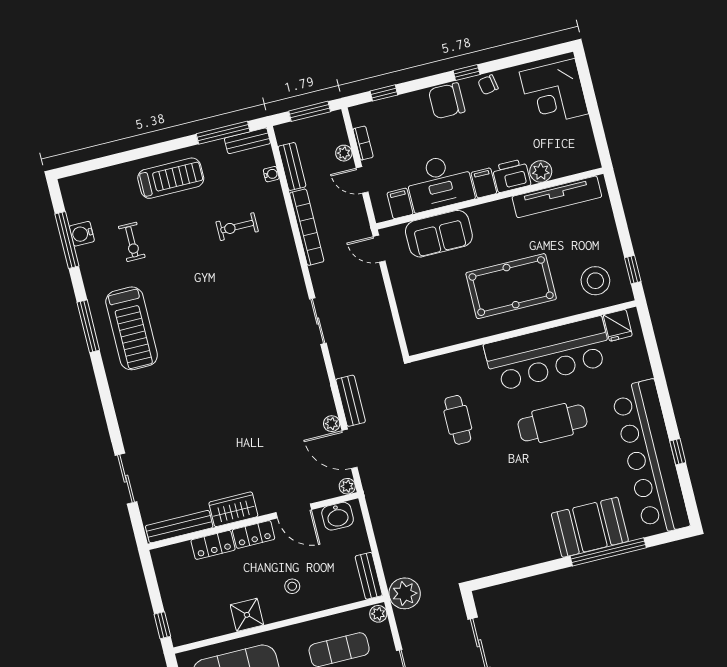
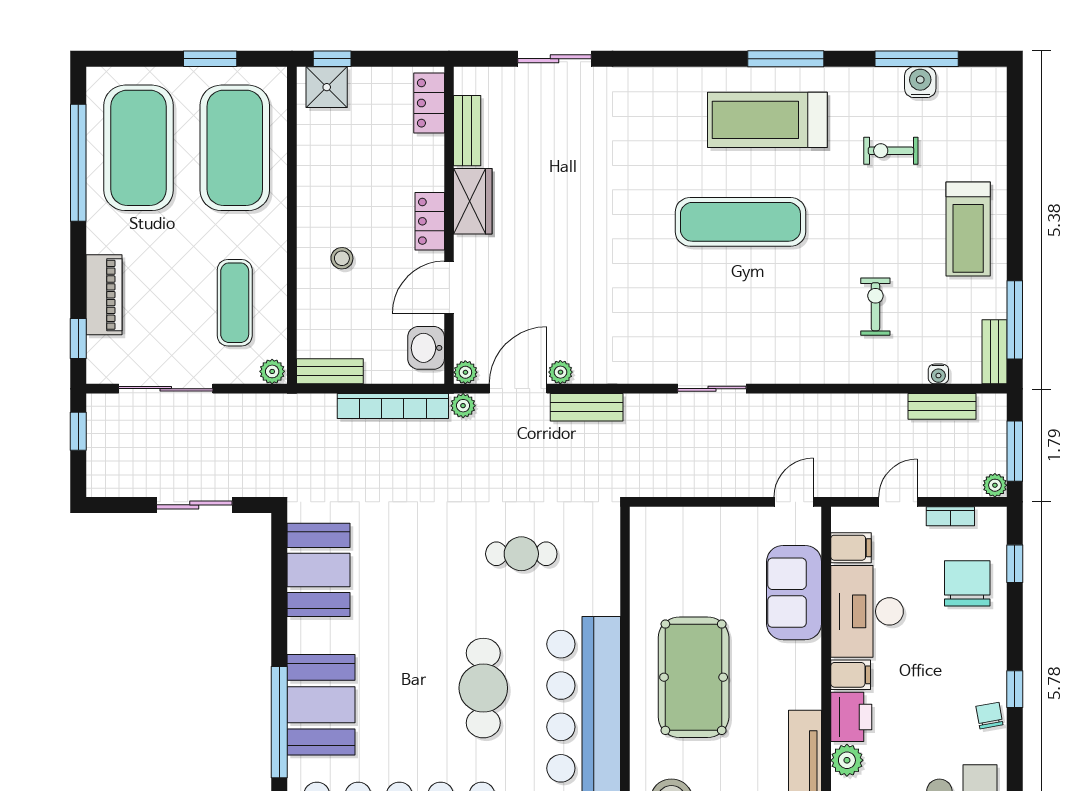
chair: (447, 101) -> (967, 583), moved
plant: (344, 153) -> (995, 485), moved
bookcase: (307, 227) -> (393, 406), moved
exercise mat: (203, 329) -> (740, 222), added
bench: (179, 527) -> (467, 131), width x0.73
locker: (213, 545) -> (429, 103), moved
booth: (502, 551) -> (319, 570), added
plant: (405, 593) -> (463, 406), moved, width x0.53, depth x0.53
shower: (247, 615) -> (327, 87), moved

